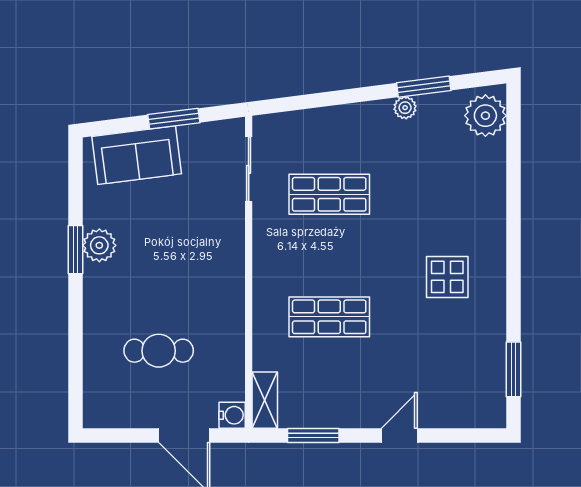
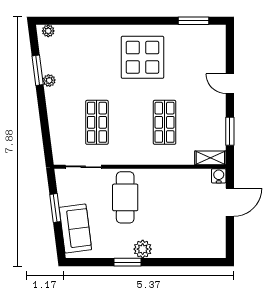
plant: (485, 116) -> (48, 31), width x0.53, depth x0.53
plant: (99, 245) -> (143, 249), moved
display table: (447, 277) -> (142, 57), width x1.86, depth x1.86
cafe table: (159, 351) -> (125, 197), moved, width x1.37, depth x1.35

